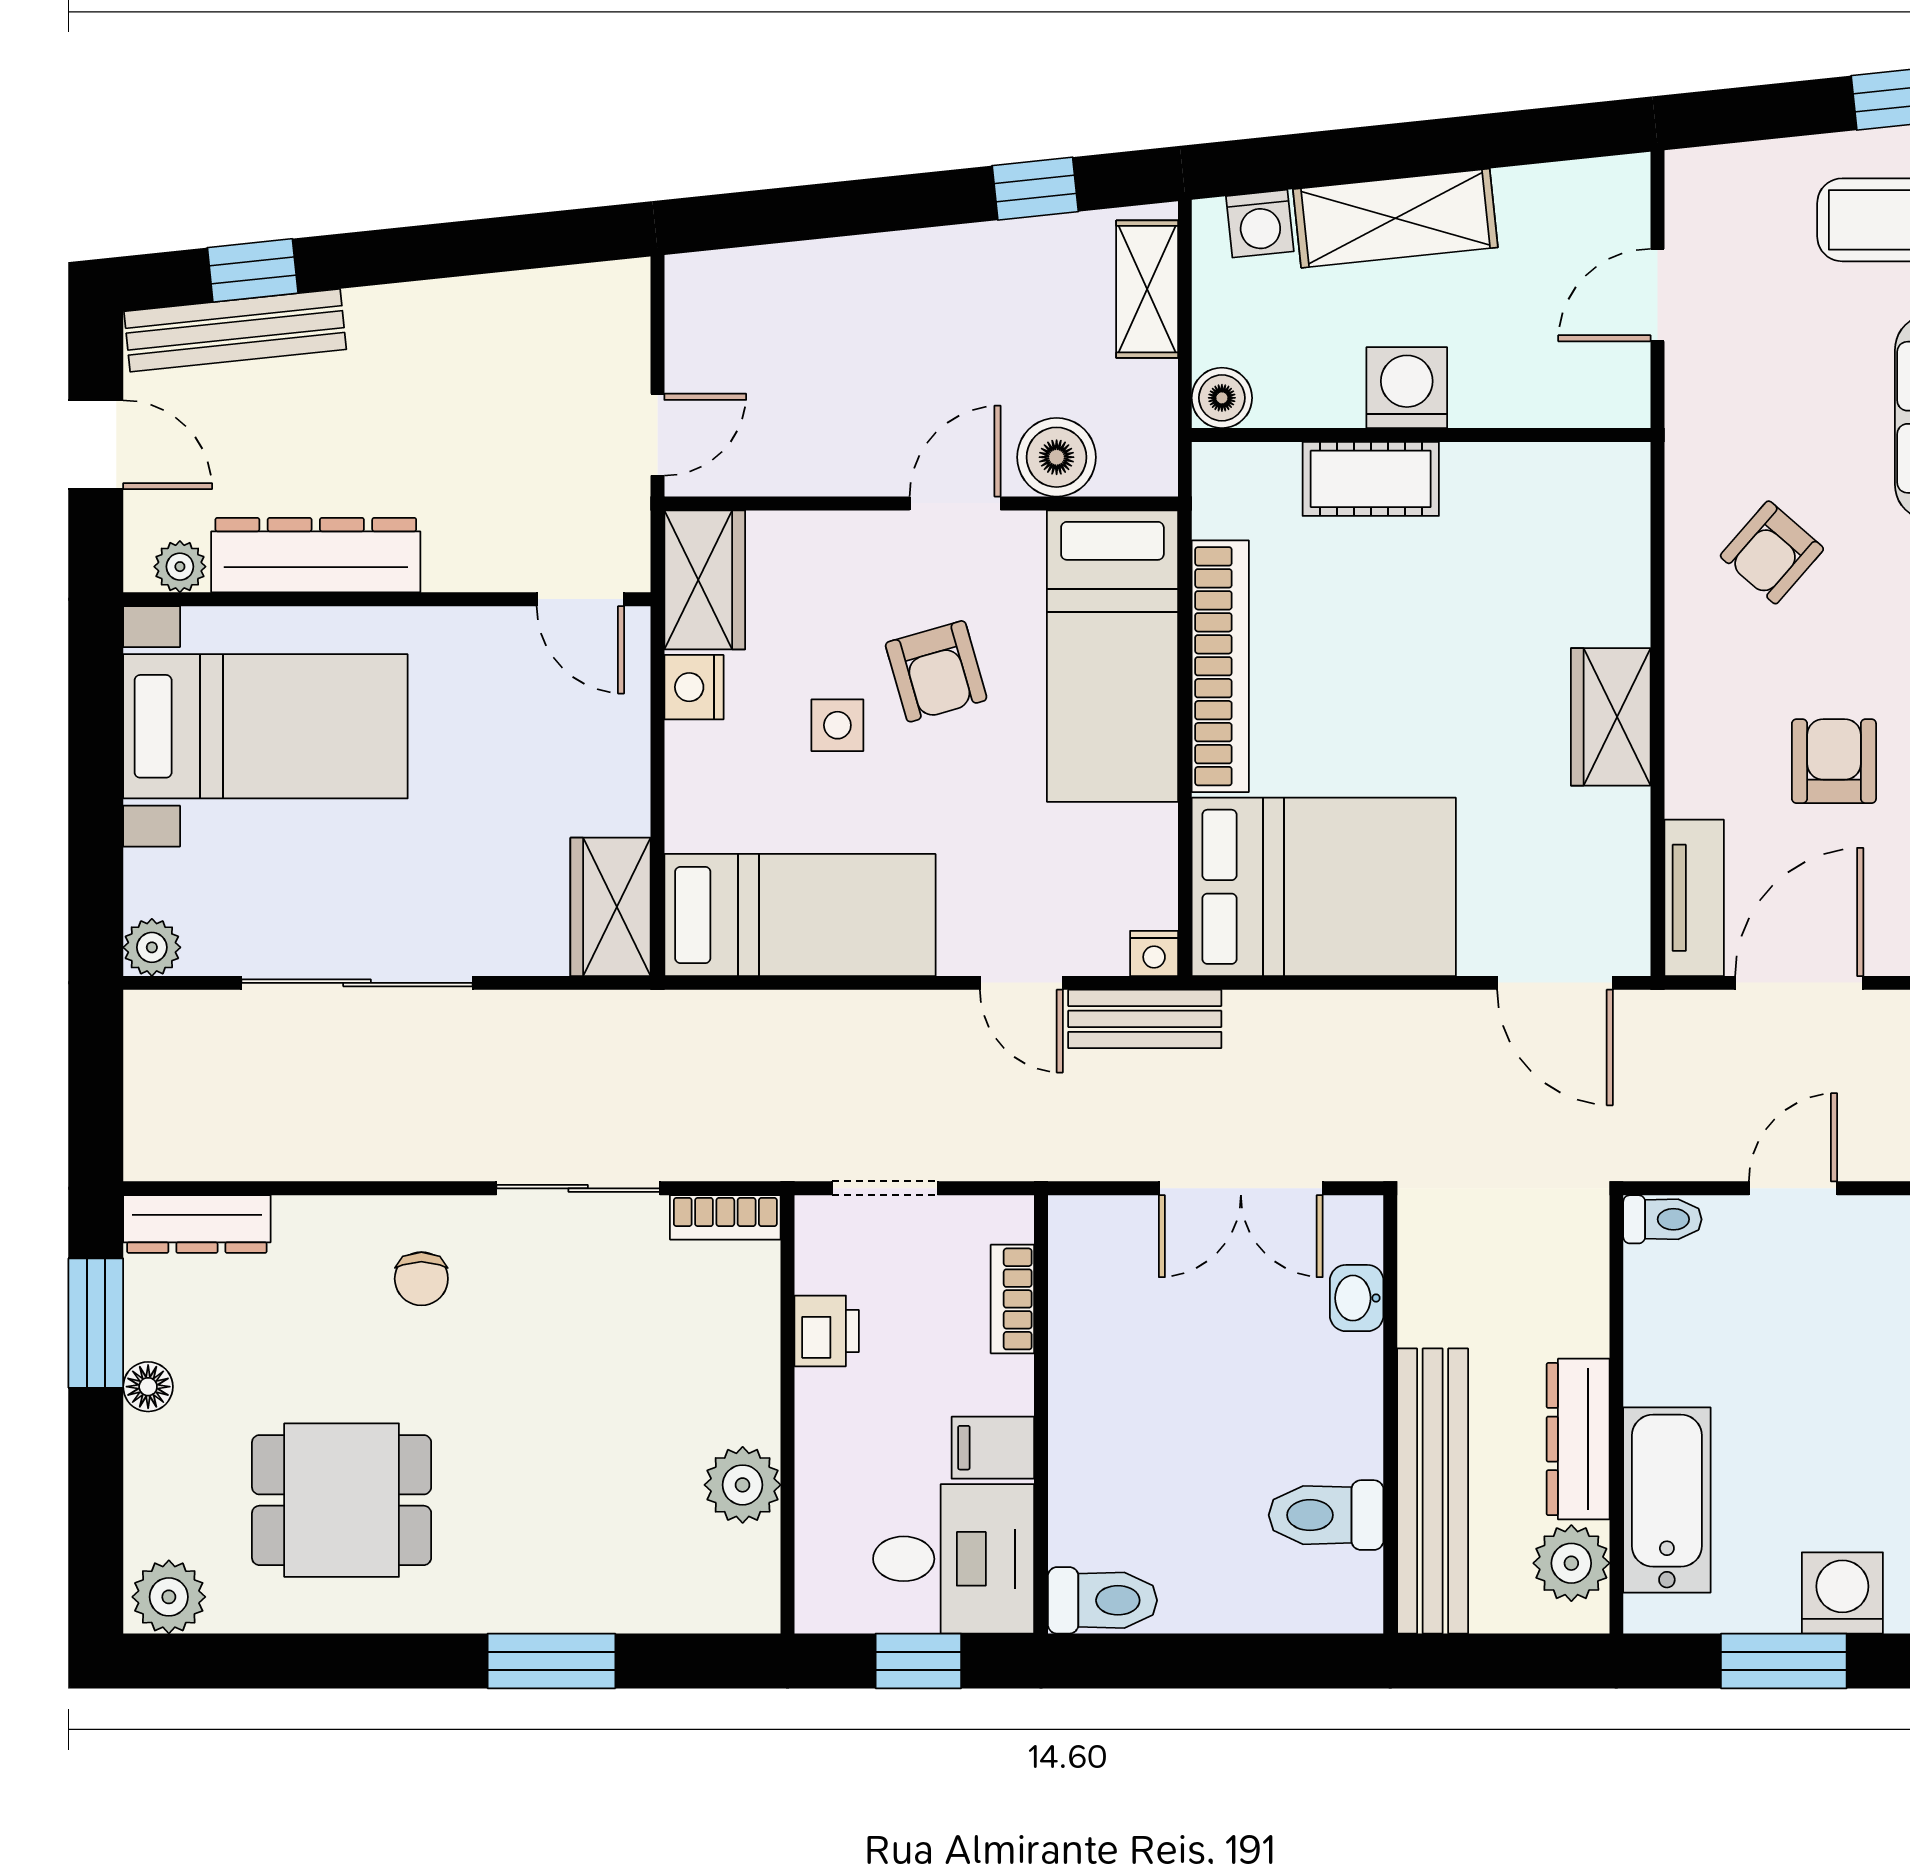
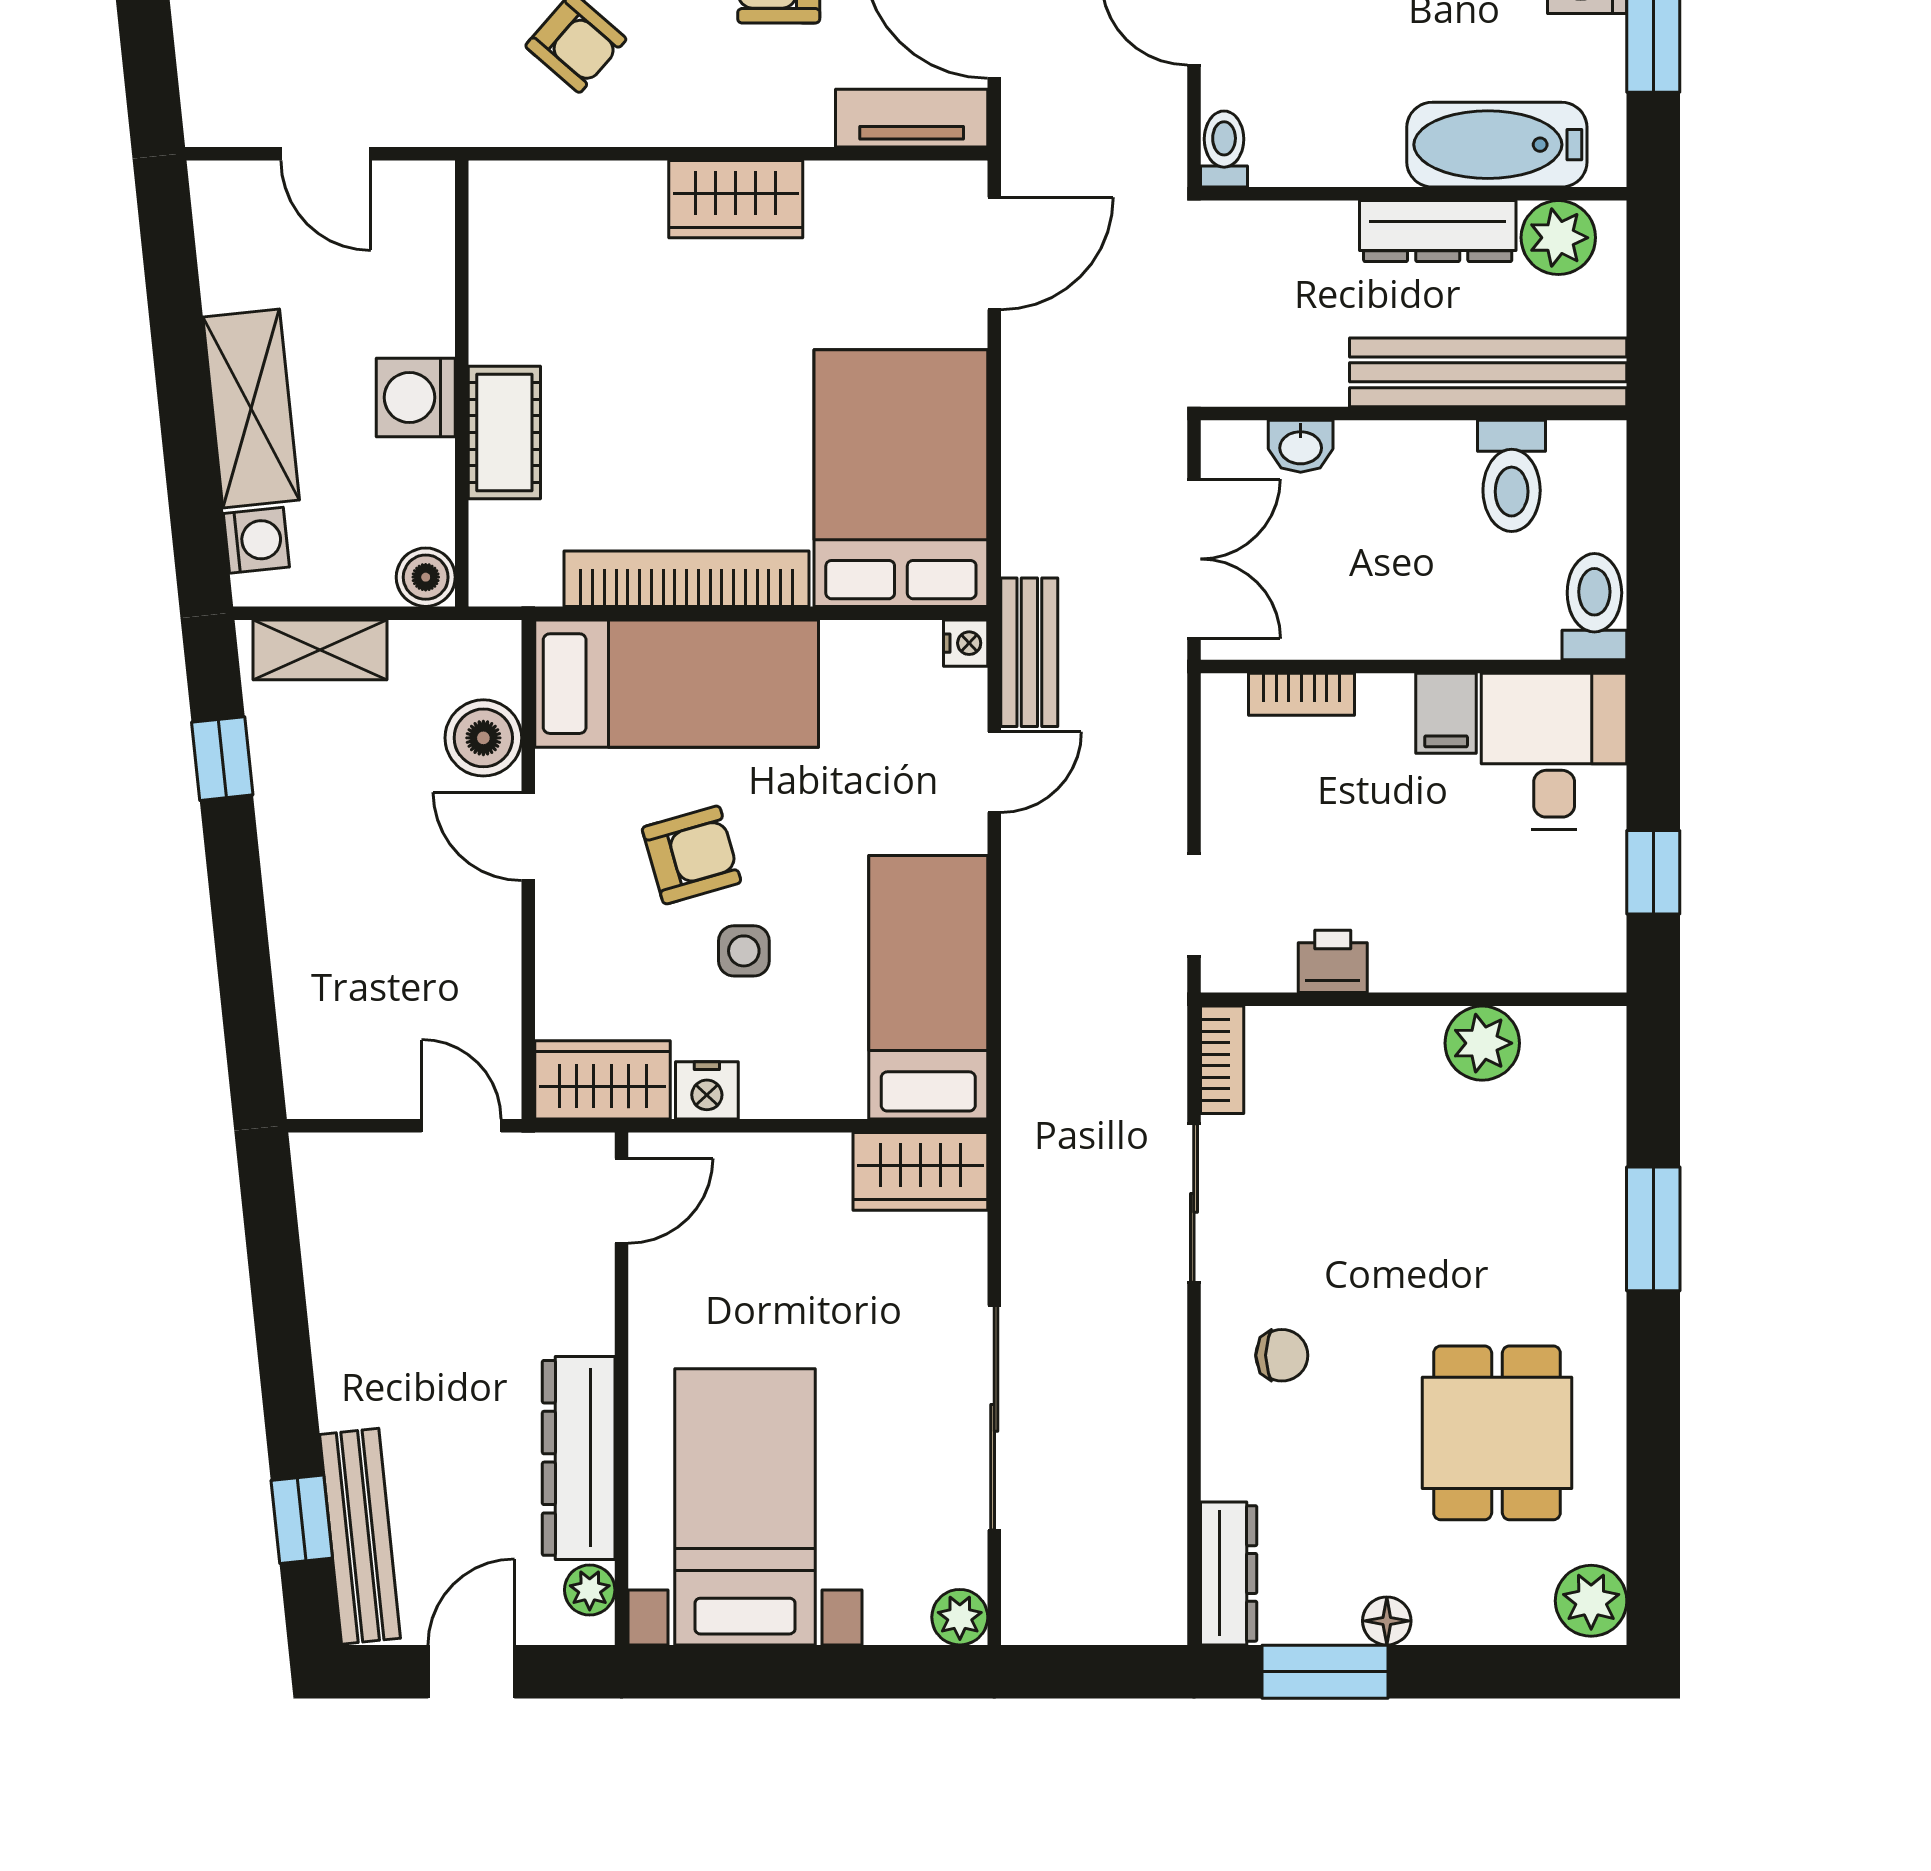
bookcase: (1012, 1299) -> (1302, 694), moved
wall: (1041, 1414) -> (1414, 666), moved
filing cabinet: (993, 1448) -> (1446, 713), moved
desk: (954, 1559) -> (1554, 751), moved
toilet: (1103, 1600) -> (1594, 607), moved

